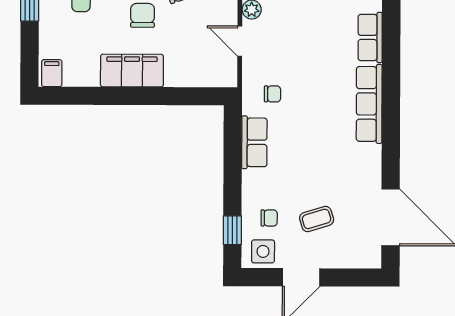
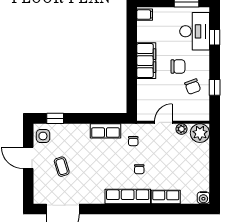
chair: (269, 218) -> (139, 169), moved

